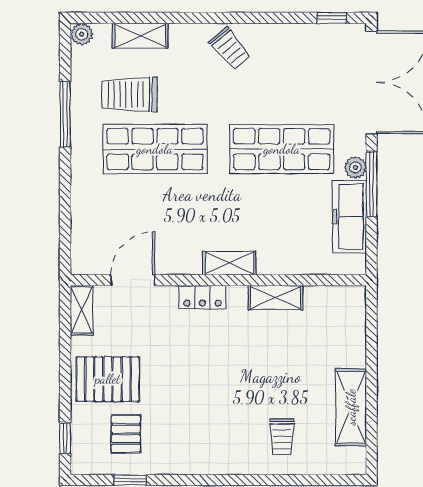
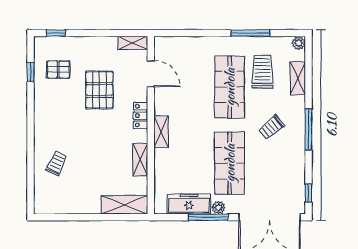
window: (226, 18) -> (308, 129), added
trolley: (230, 49) -> (271, 127), moved
pallet: (108, 379) -> (99, 90), moved
shelving: (351, 407) -> (124, 205), moved
trolley: (282, 437) -> (57, 163), turned 115

